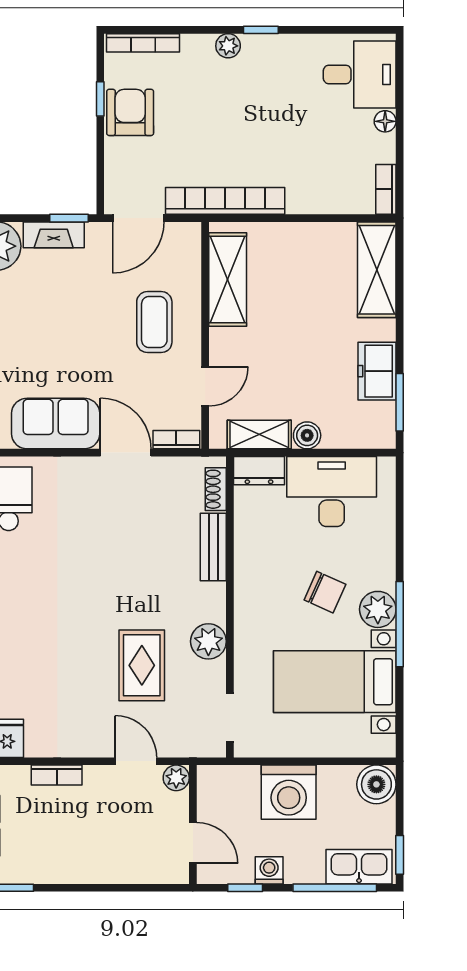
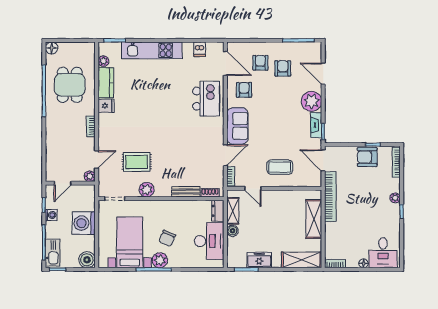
armchair: (130, 112) -> (367, 157), turned 180
shelving: (228, 280) -> (314, 219), moved, turned 90

